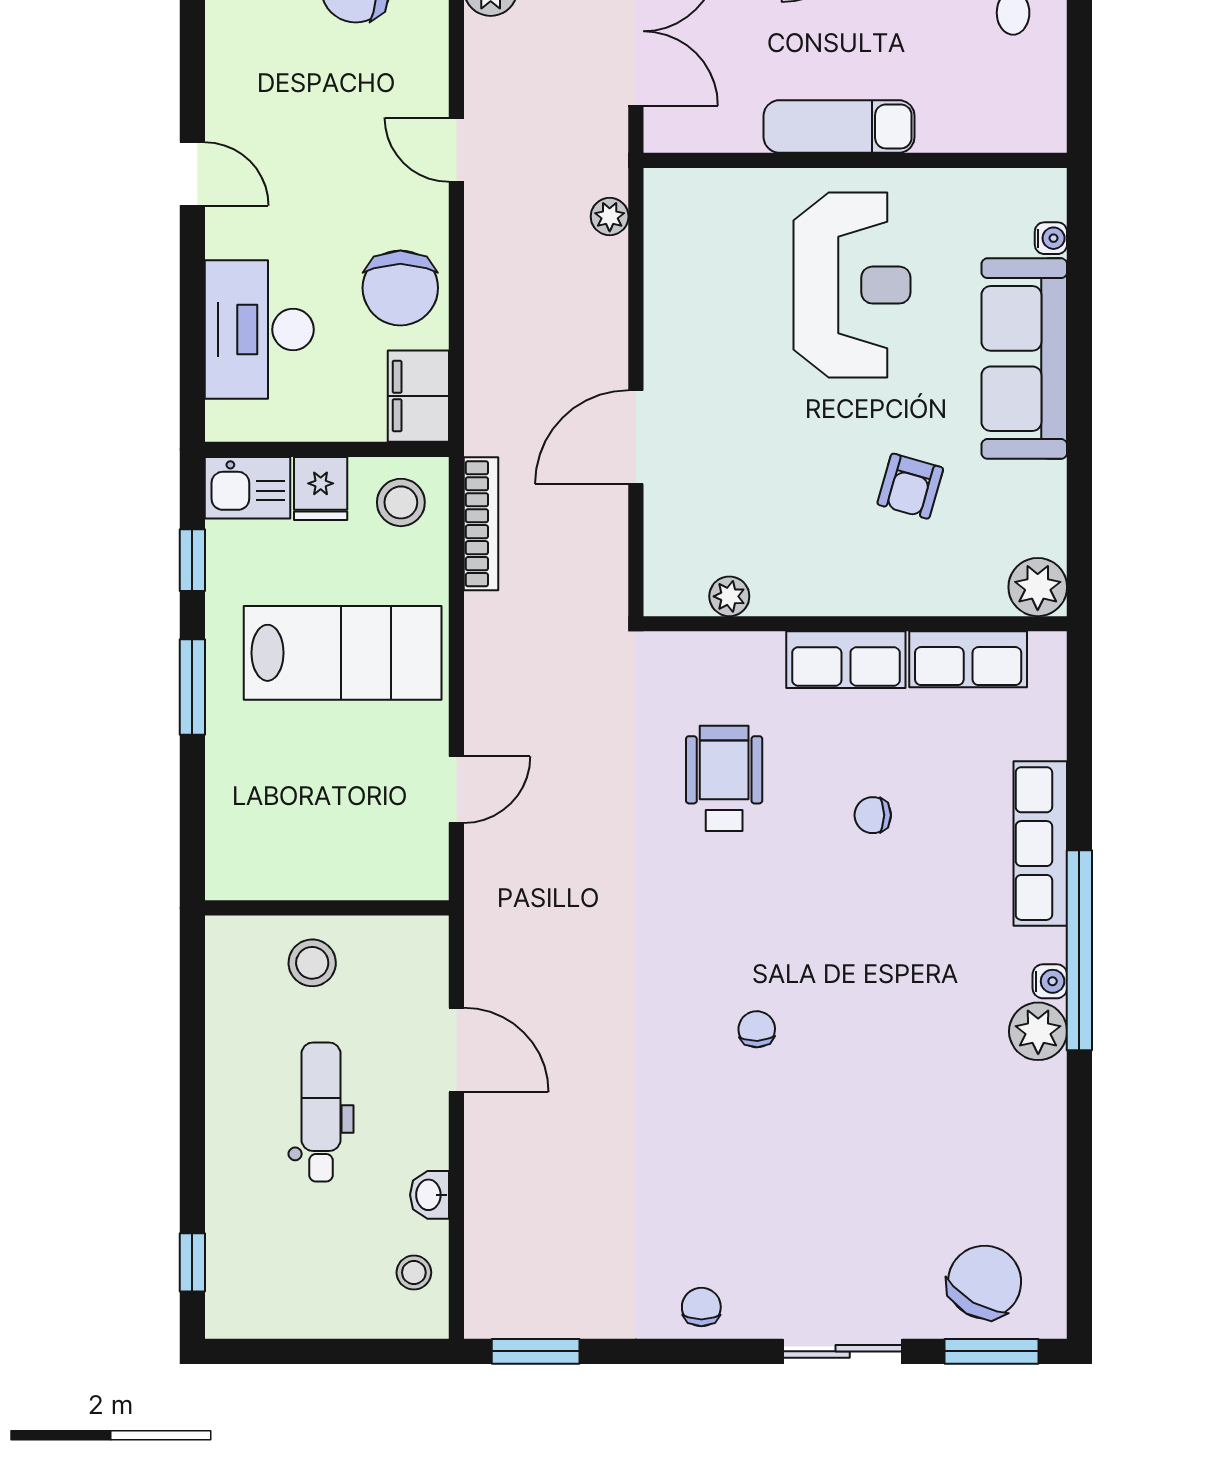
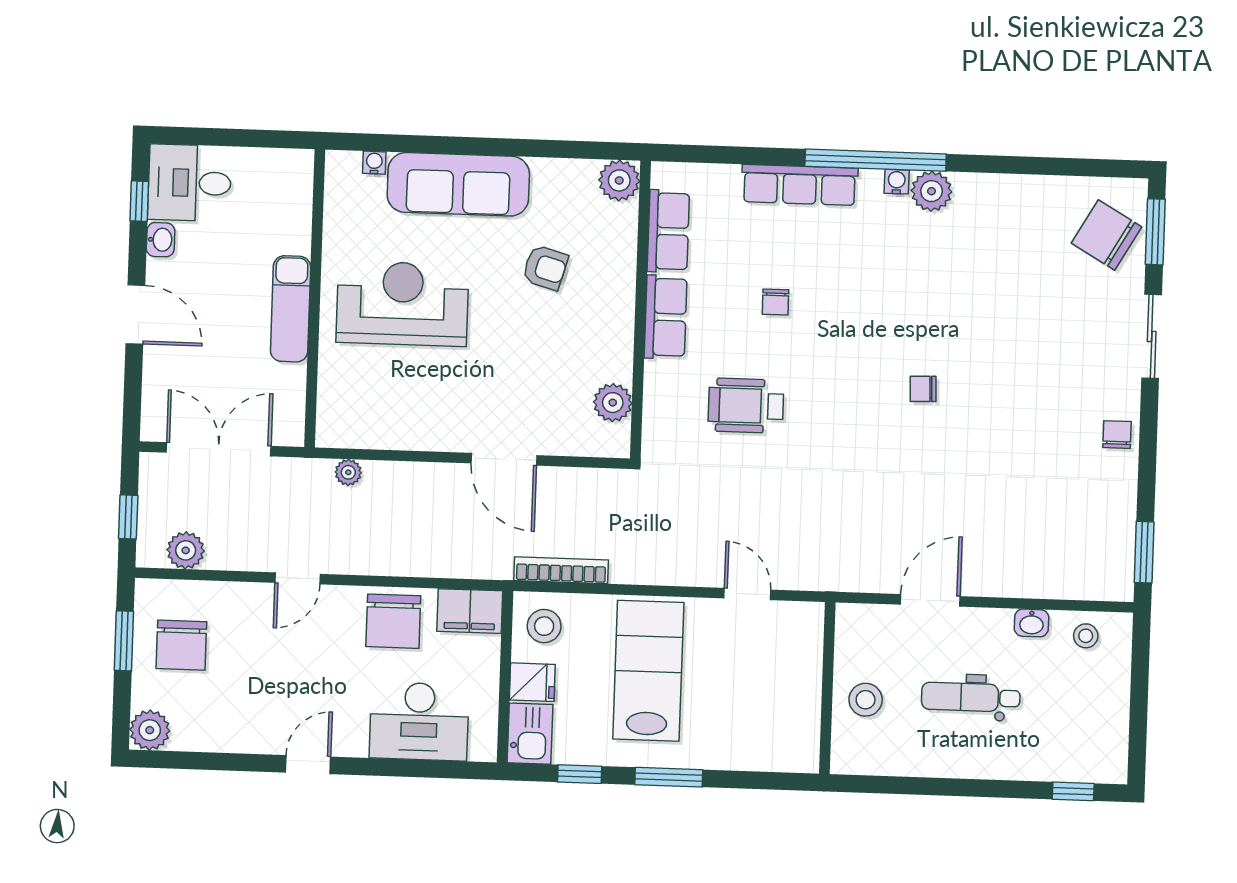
chair: (400, 288) -> (393, 621), turned 90
plant: (729, 596) -> (613, 403), width x1.38, depth x1.38
chair: (701, 1307) -> (1117, 435), turned 90

